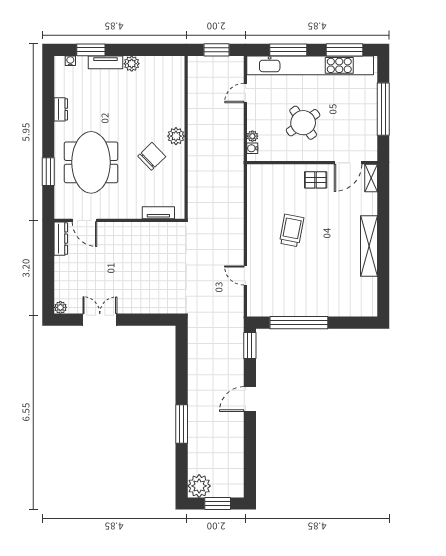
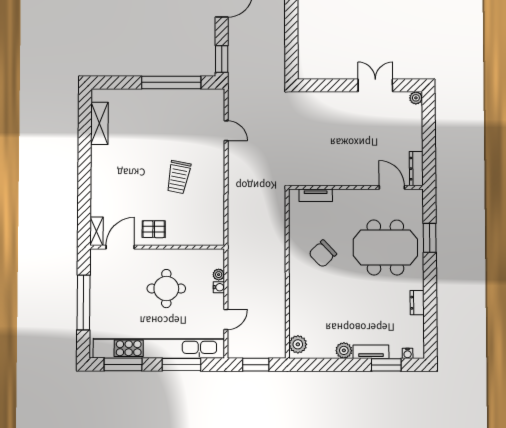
round table: (303, 123) -> (166, 289), turned 35
plant: (176, 136) -> (298, 344), moved
water cooler: (252, 148) -> (219, 287), moved
meeting table: (91, 162) -> (385, 247), turned 90
shelving: (369, 246) -> (99, 123), moved, width x0.68
double door: (100, 320) -> (375, 85), swing flipped

